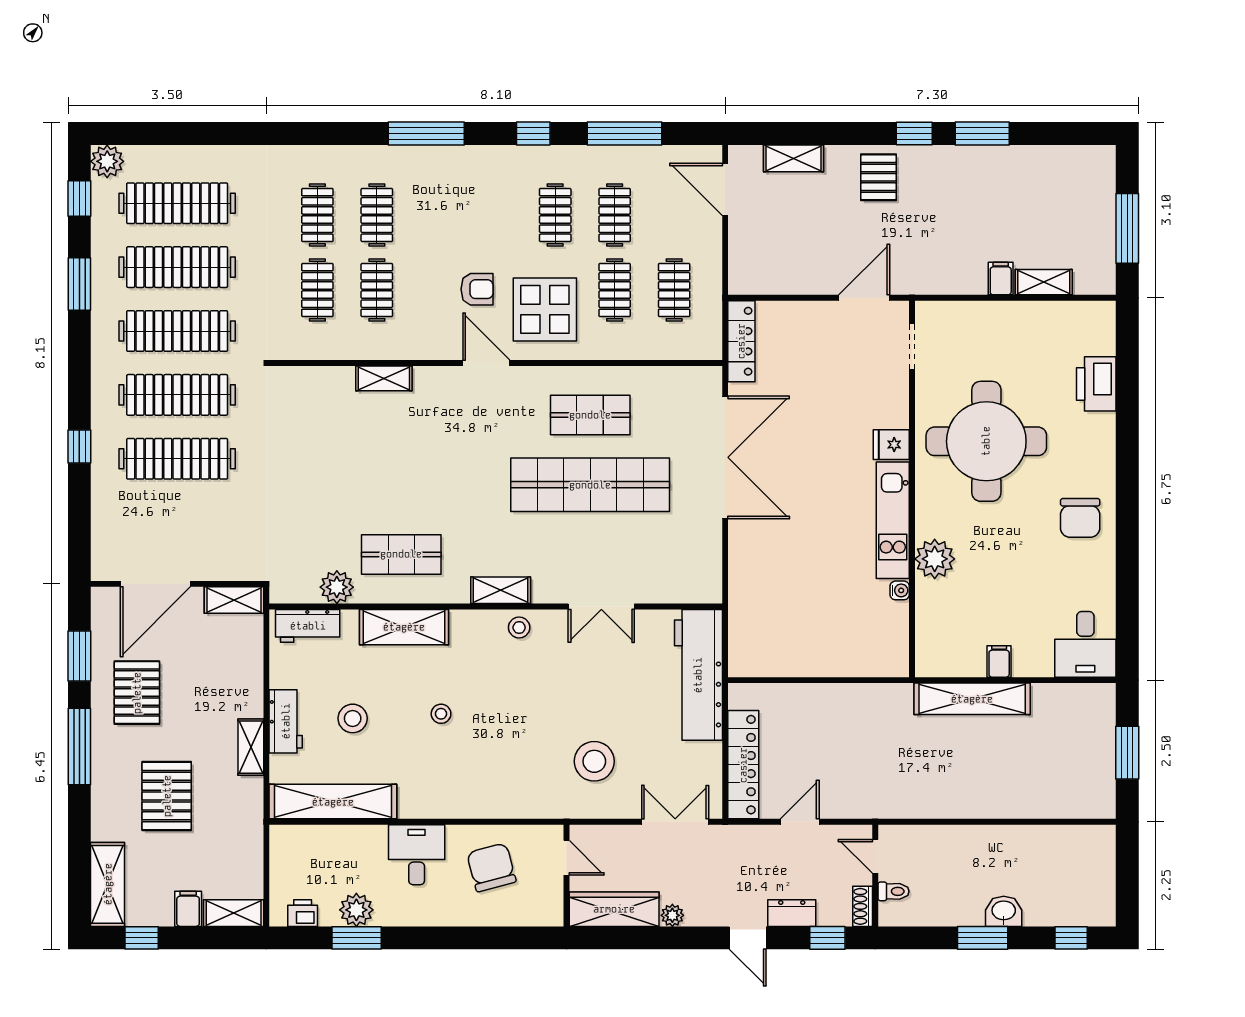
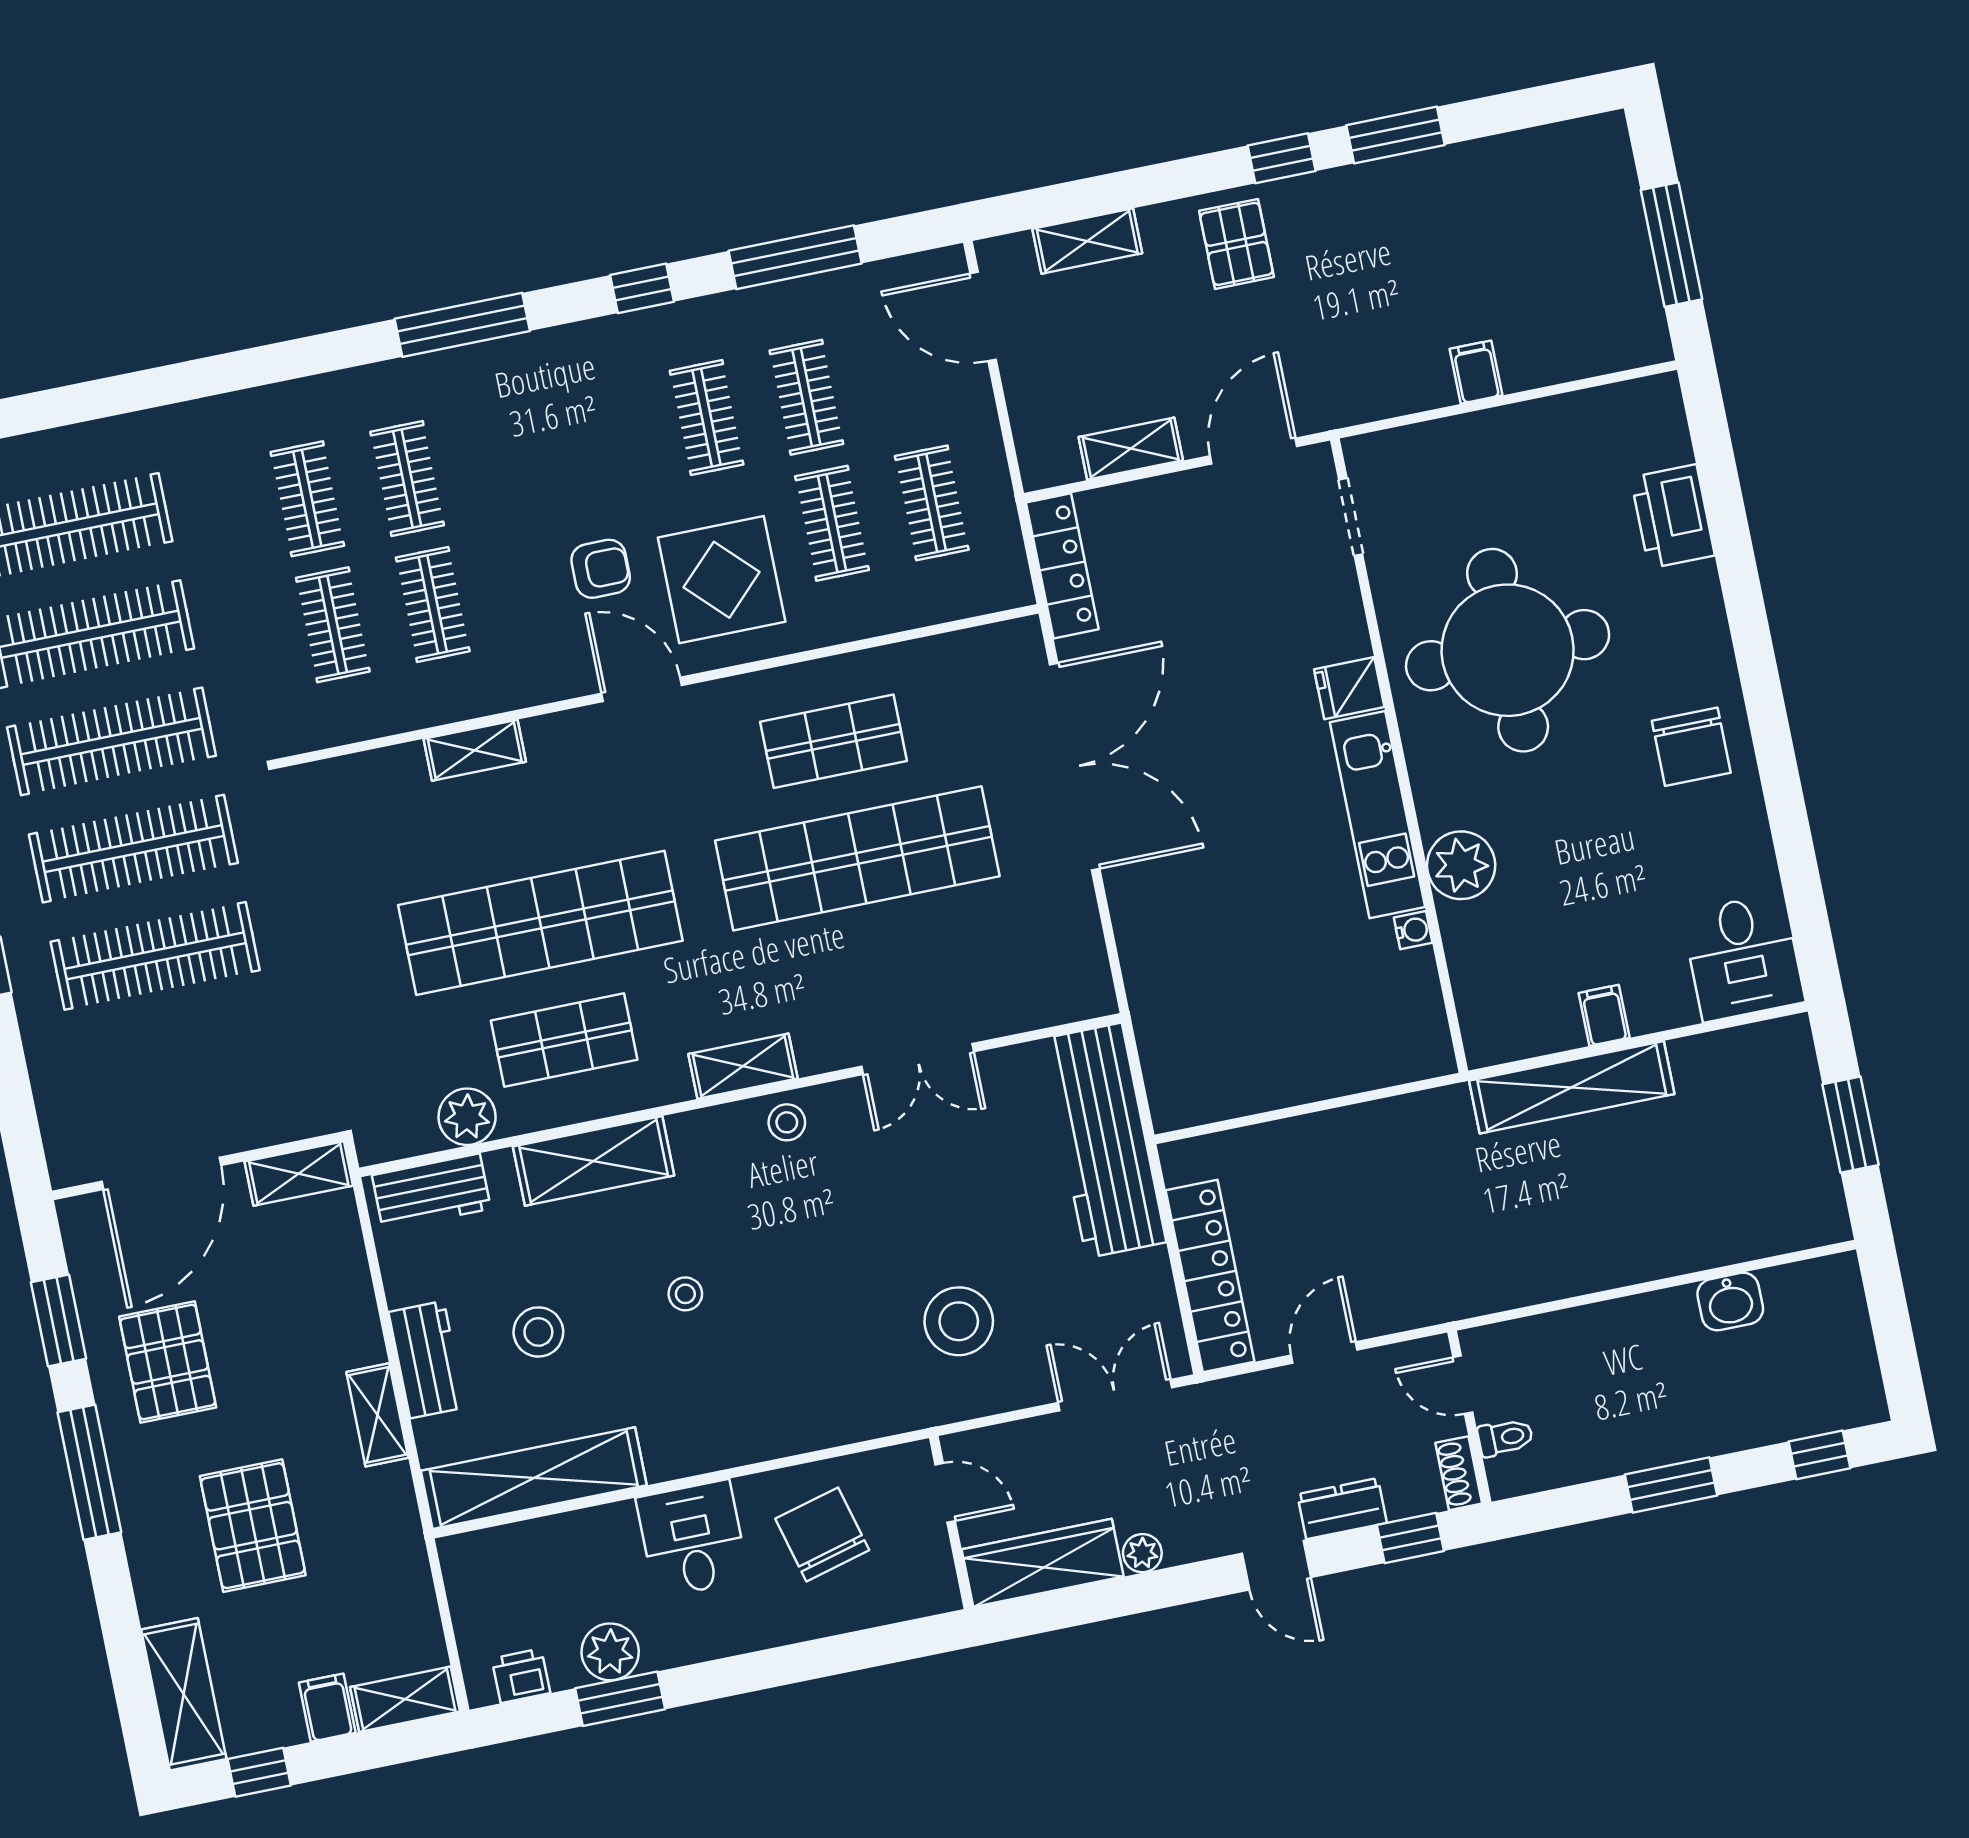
shelving: (1044, 282) -> (1131, 449), moved
shop shelf: (401, 485) -> (540, 923), added
washbasin: (1004, 911) -> (1730, 1302), moved, turned 180

